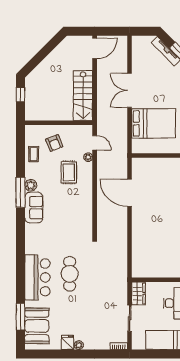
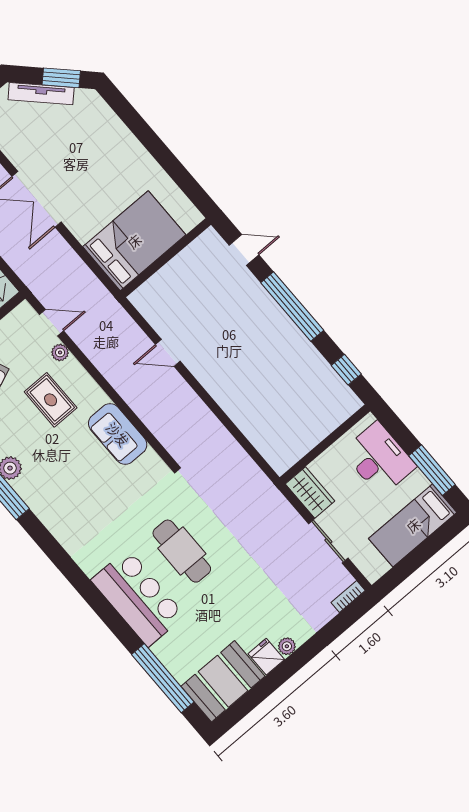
bed: (154, 123) -> (134, 241), moved
door: (130, 193) -> (168, 353), width x0.53
sofa: (34, 208) -> (118, 434), moved, turned 180
window: (20, 317) -> (163, 678), width x1.46
booth: (37, 326) -> (223, 681), moved, turned 90

